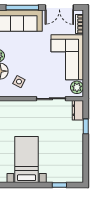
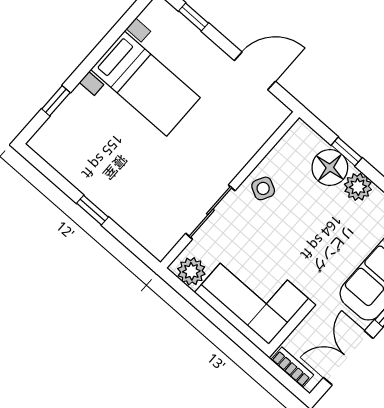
side table: (19, 82) -> (263, 188), moved
dresser: (78, 110) -> (152, 240), removed
window: (86, 126) -> (92, 210), moved

